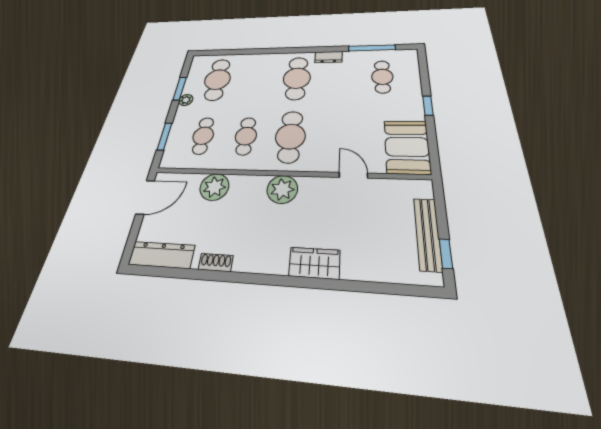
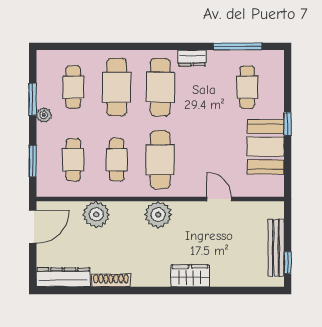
cafe table: (256, 79) -> (117, 87), added
cafe table: (217, 80) -> (73, 87), width x0.73, depth x0.74
booth: (407, 147) -> (266, 147), moved
shoe rack: (216, 263) -> (111, 280), width x1.43

